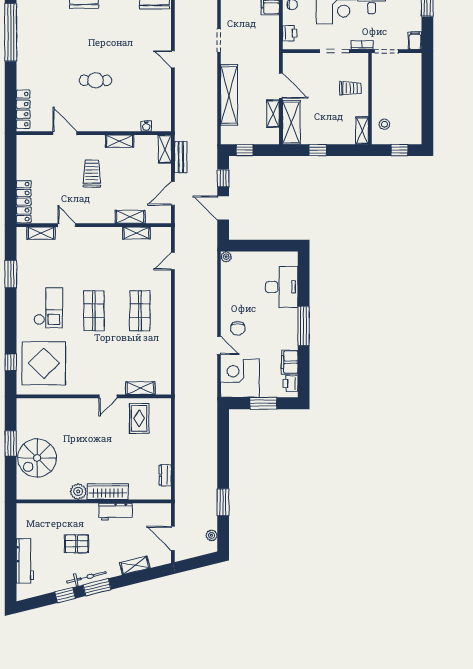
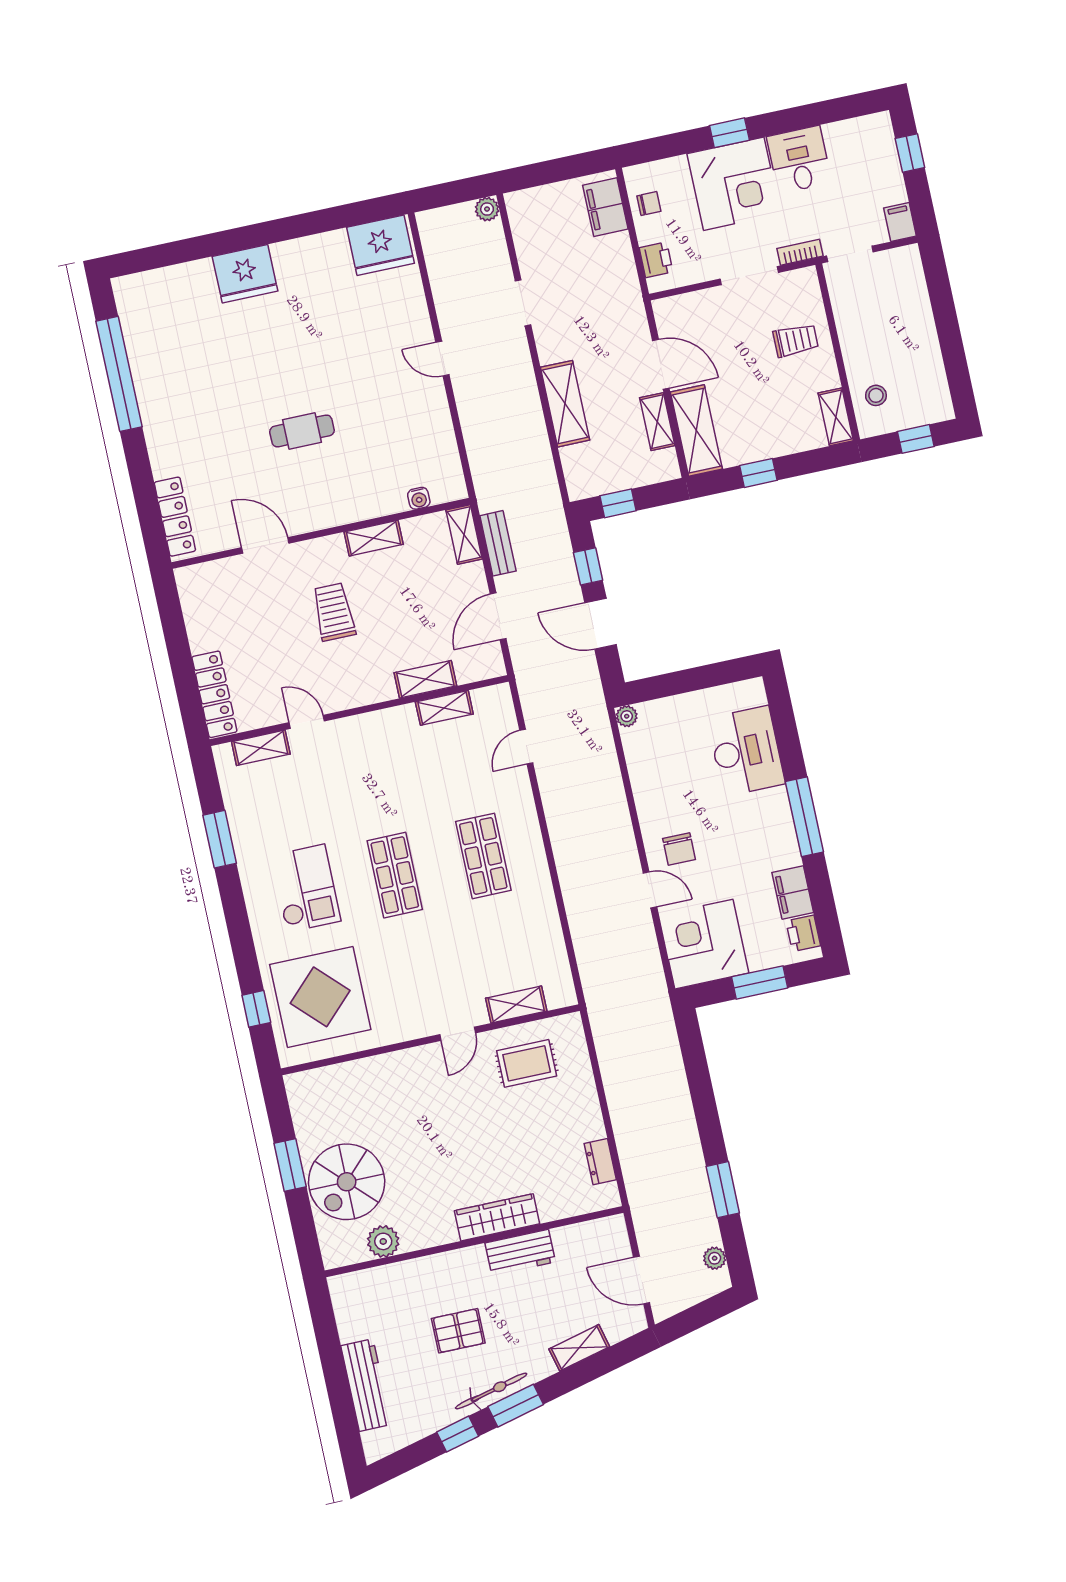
shelving: (229, 95) -> (565, 404), width x0.68
rug: (139, 418) -> (527, 1063), turned 90
plant: (78, 491) -> (383, 1241), moved

